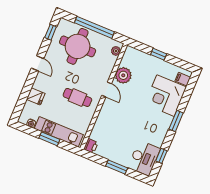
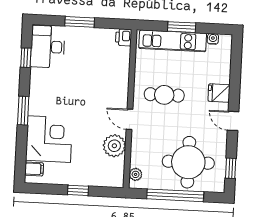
fridge: (36, 96) -> (219, 93), moved

